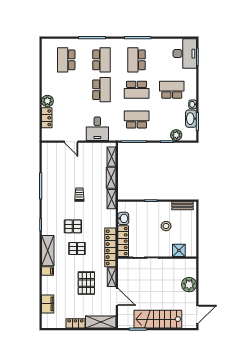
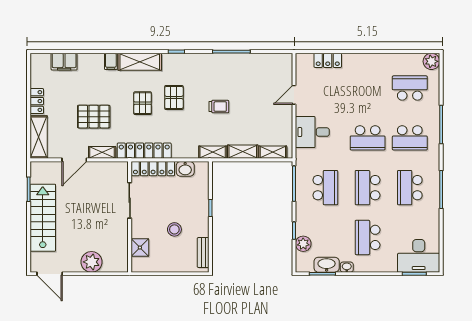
school desk: (137, 60) -> (410, 188), turned -90
school desk: (172, 90) -> (368, 237), turned 180
plant: (47, 101) -> (431, 61), moved

